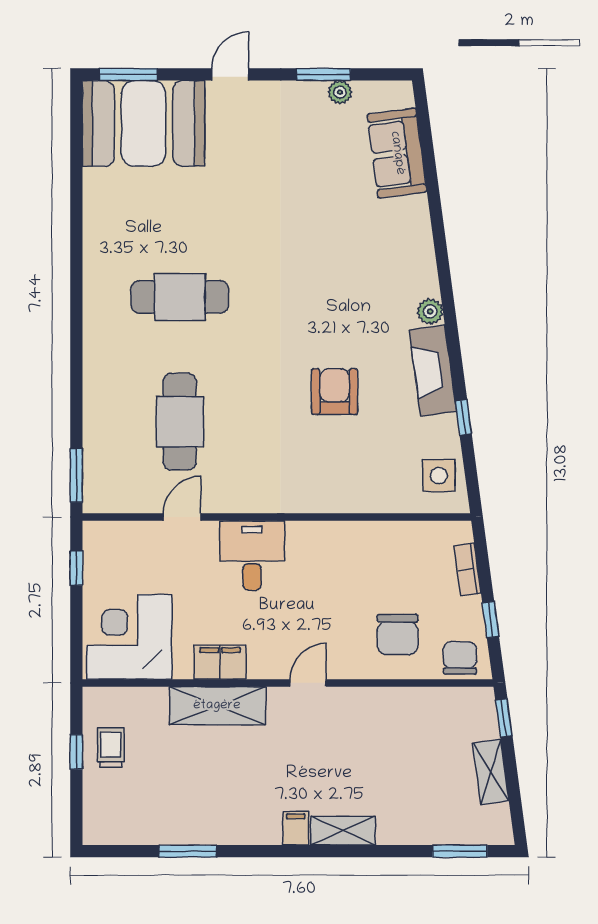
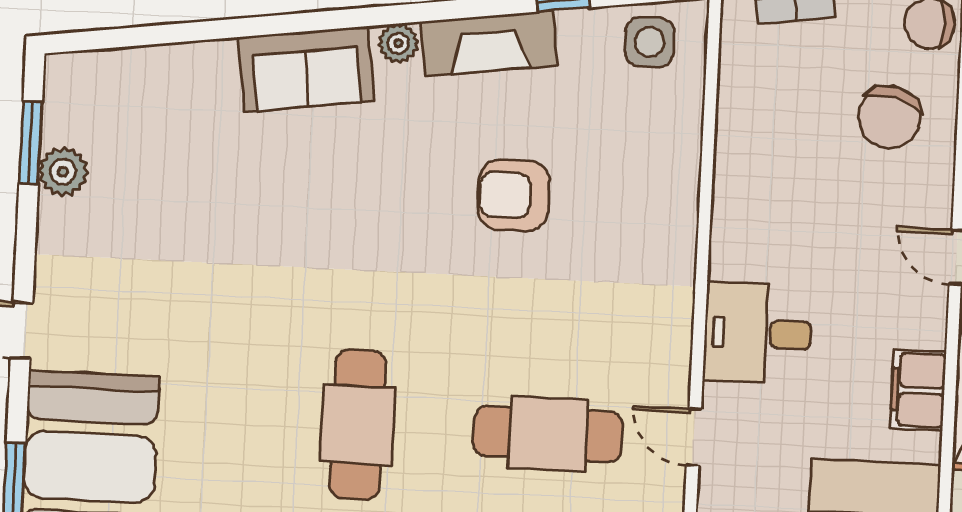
window: (324, 74) -> (31, 143), moved
plant: (340, 92) -> (63, 172), width x1.38, depth x1.38
sofa: (397, 153) -> (306, 69), moved
chair: (398, 634) -> (889, 117), turned 105

